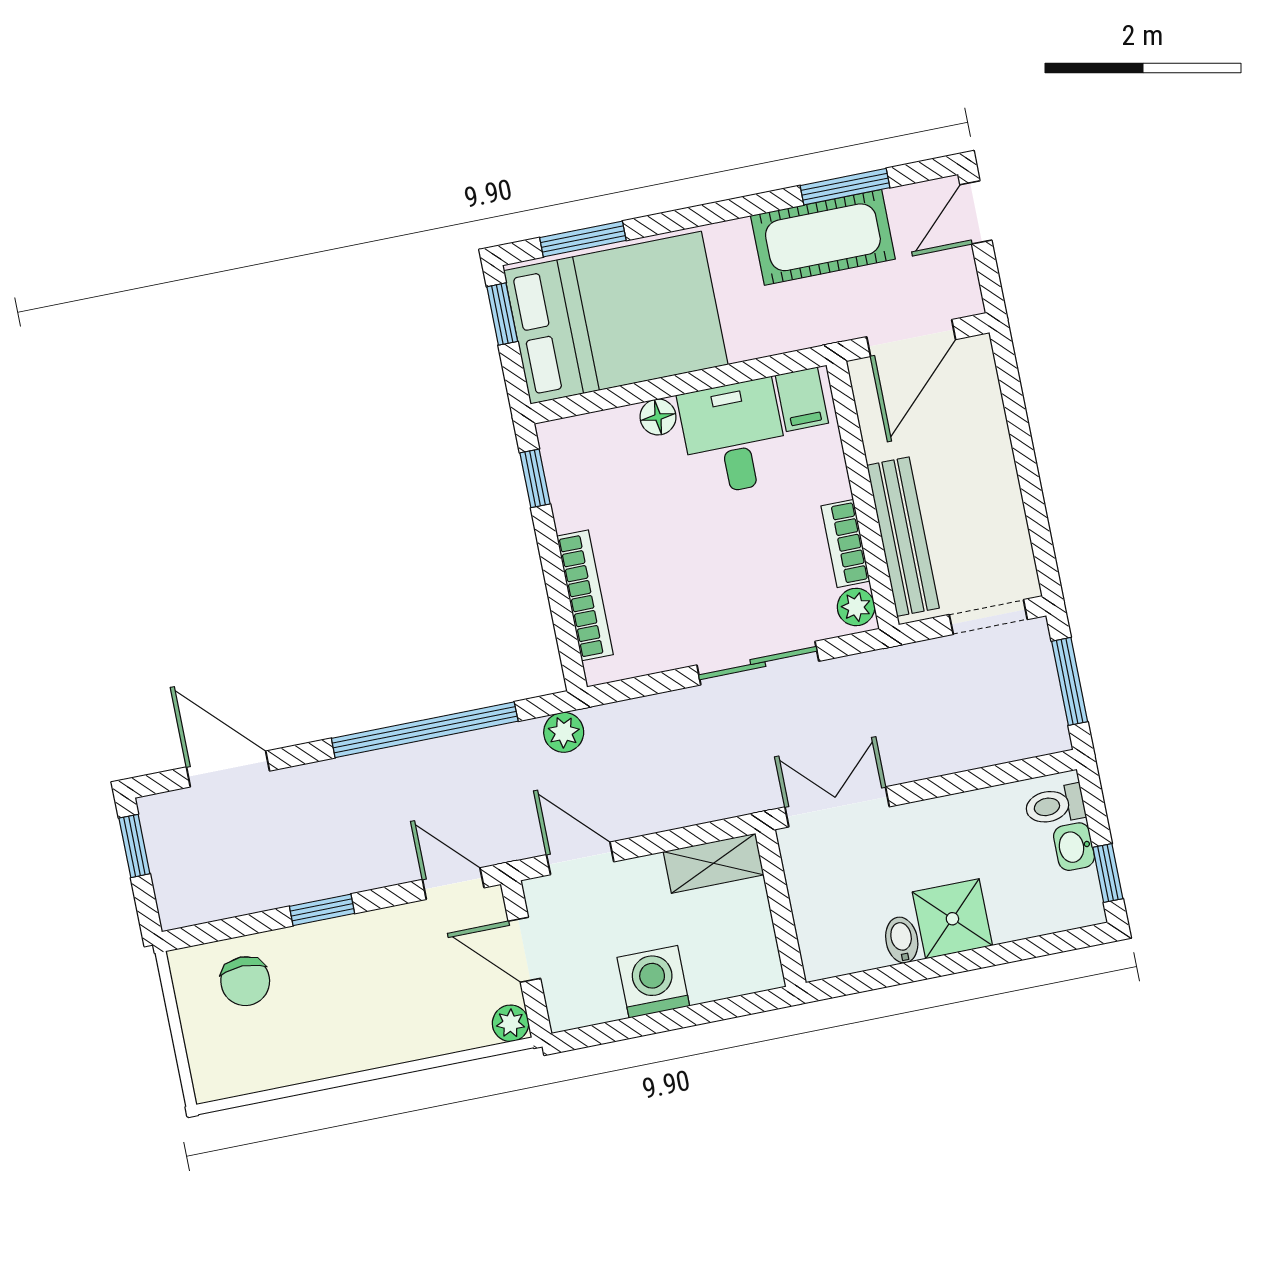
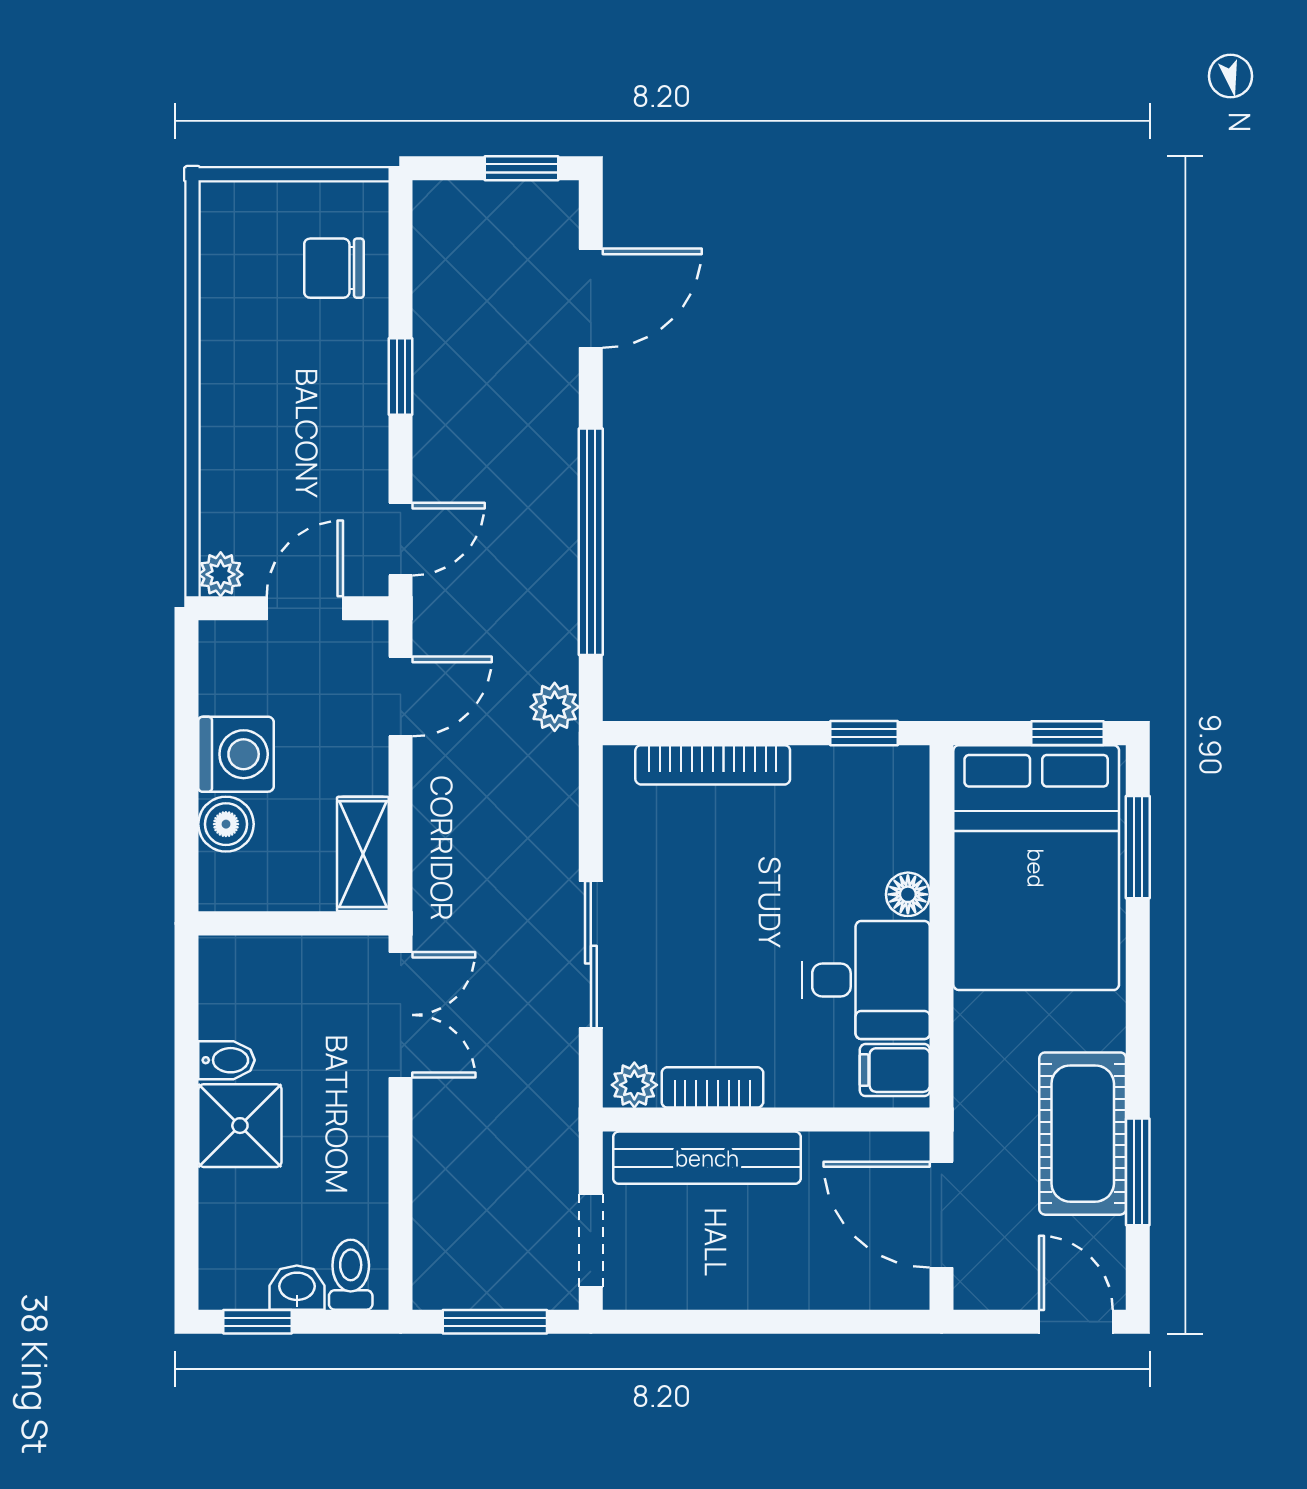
boiler: (711, 979) -> (226, 824), added

